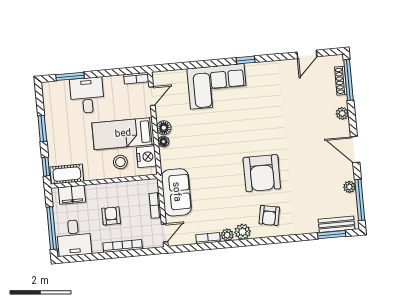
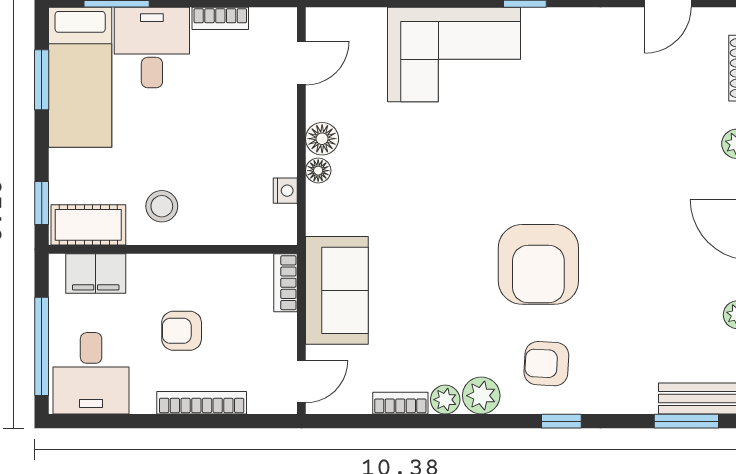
bookcase: (136, 78) -> (220, 18), moved
window: (42, 129) -> (42, 80), moved
bed: (123, 134) -> (80, 77), moved, turned -90
nightstand: (146, 157) -> (285, 191), width x0.53, depth x0.56
stool: (120, 162) -> (162, 206), moved
bookcase: (155, 205) -> (286, 283), moved
armchair: (269, 215) -> (546, 364), turned 82
armchair: (111, 216) -> (182, 331), turned -90
window: (278, 240) -> (561, 421), added

